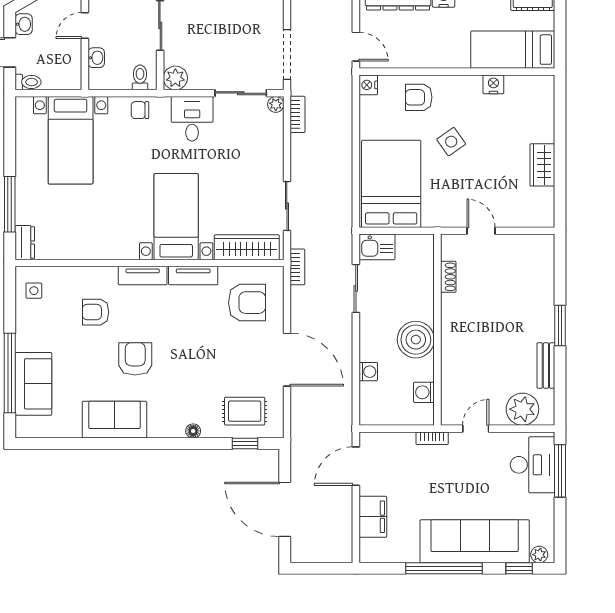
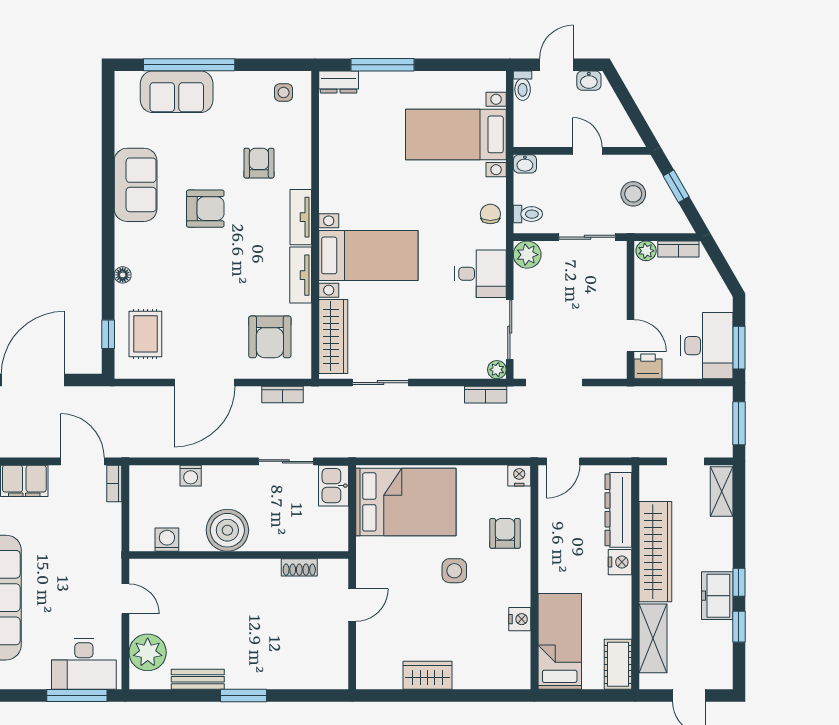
washbasin: (96, 58) -> (525, 164), moved
side table: (451, 142) -> (454, 571), turned 35
bookcase: (297, 267) -> (283, 394), moved
bookcase: (432, 438) -> (114, 483), moved

